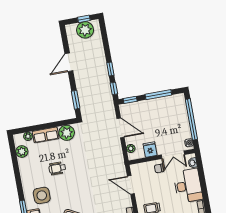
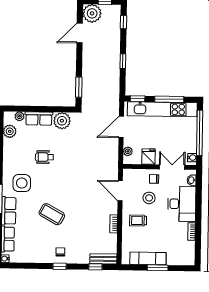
plant: (85, 30) -> (92, 13), moved
door: (69, 62) -> (80, 33), moved
window: (114, 88) -> (123, 22), moved
kitchen unit: (154, 105) -> (162, 109), added
door: (120, 128) -> (121, 127), swing flipped
double door: (173, 155) -> (172, 167), swing flipped
stool: (158, 186) -> (149, 198), added

